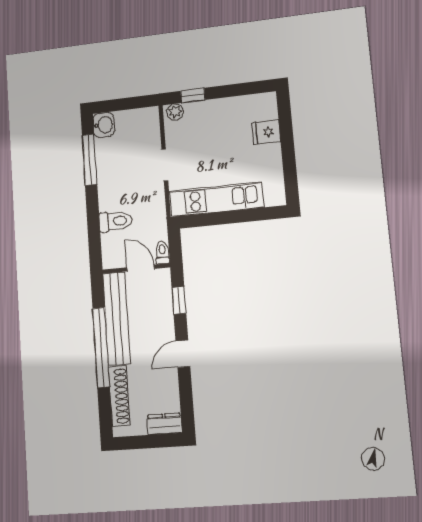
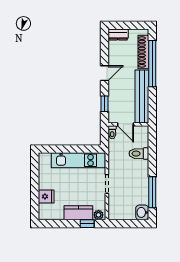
kitchen counter: (209, 111) -> (78, 213), added
window: (101, 347) -> (152, 64), moved

